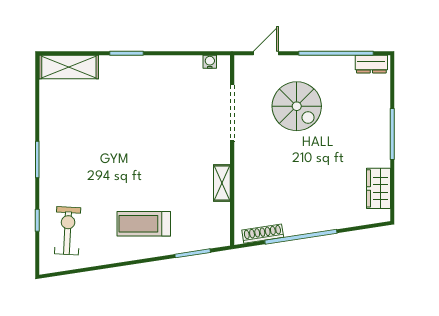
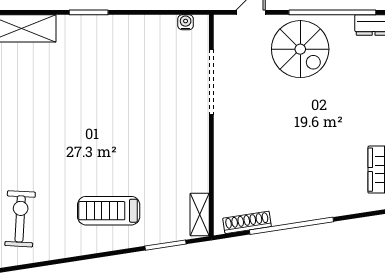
spiral stairs: (297, 106) -> (300, 49), moved
shelving: (222, 183) -> (200, 214), moved

